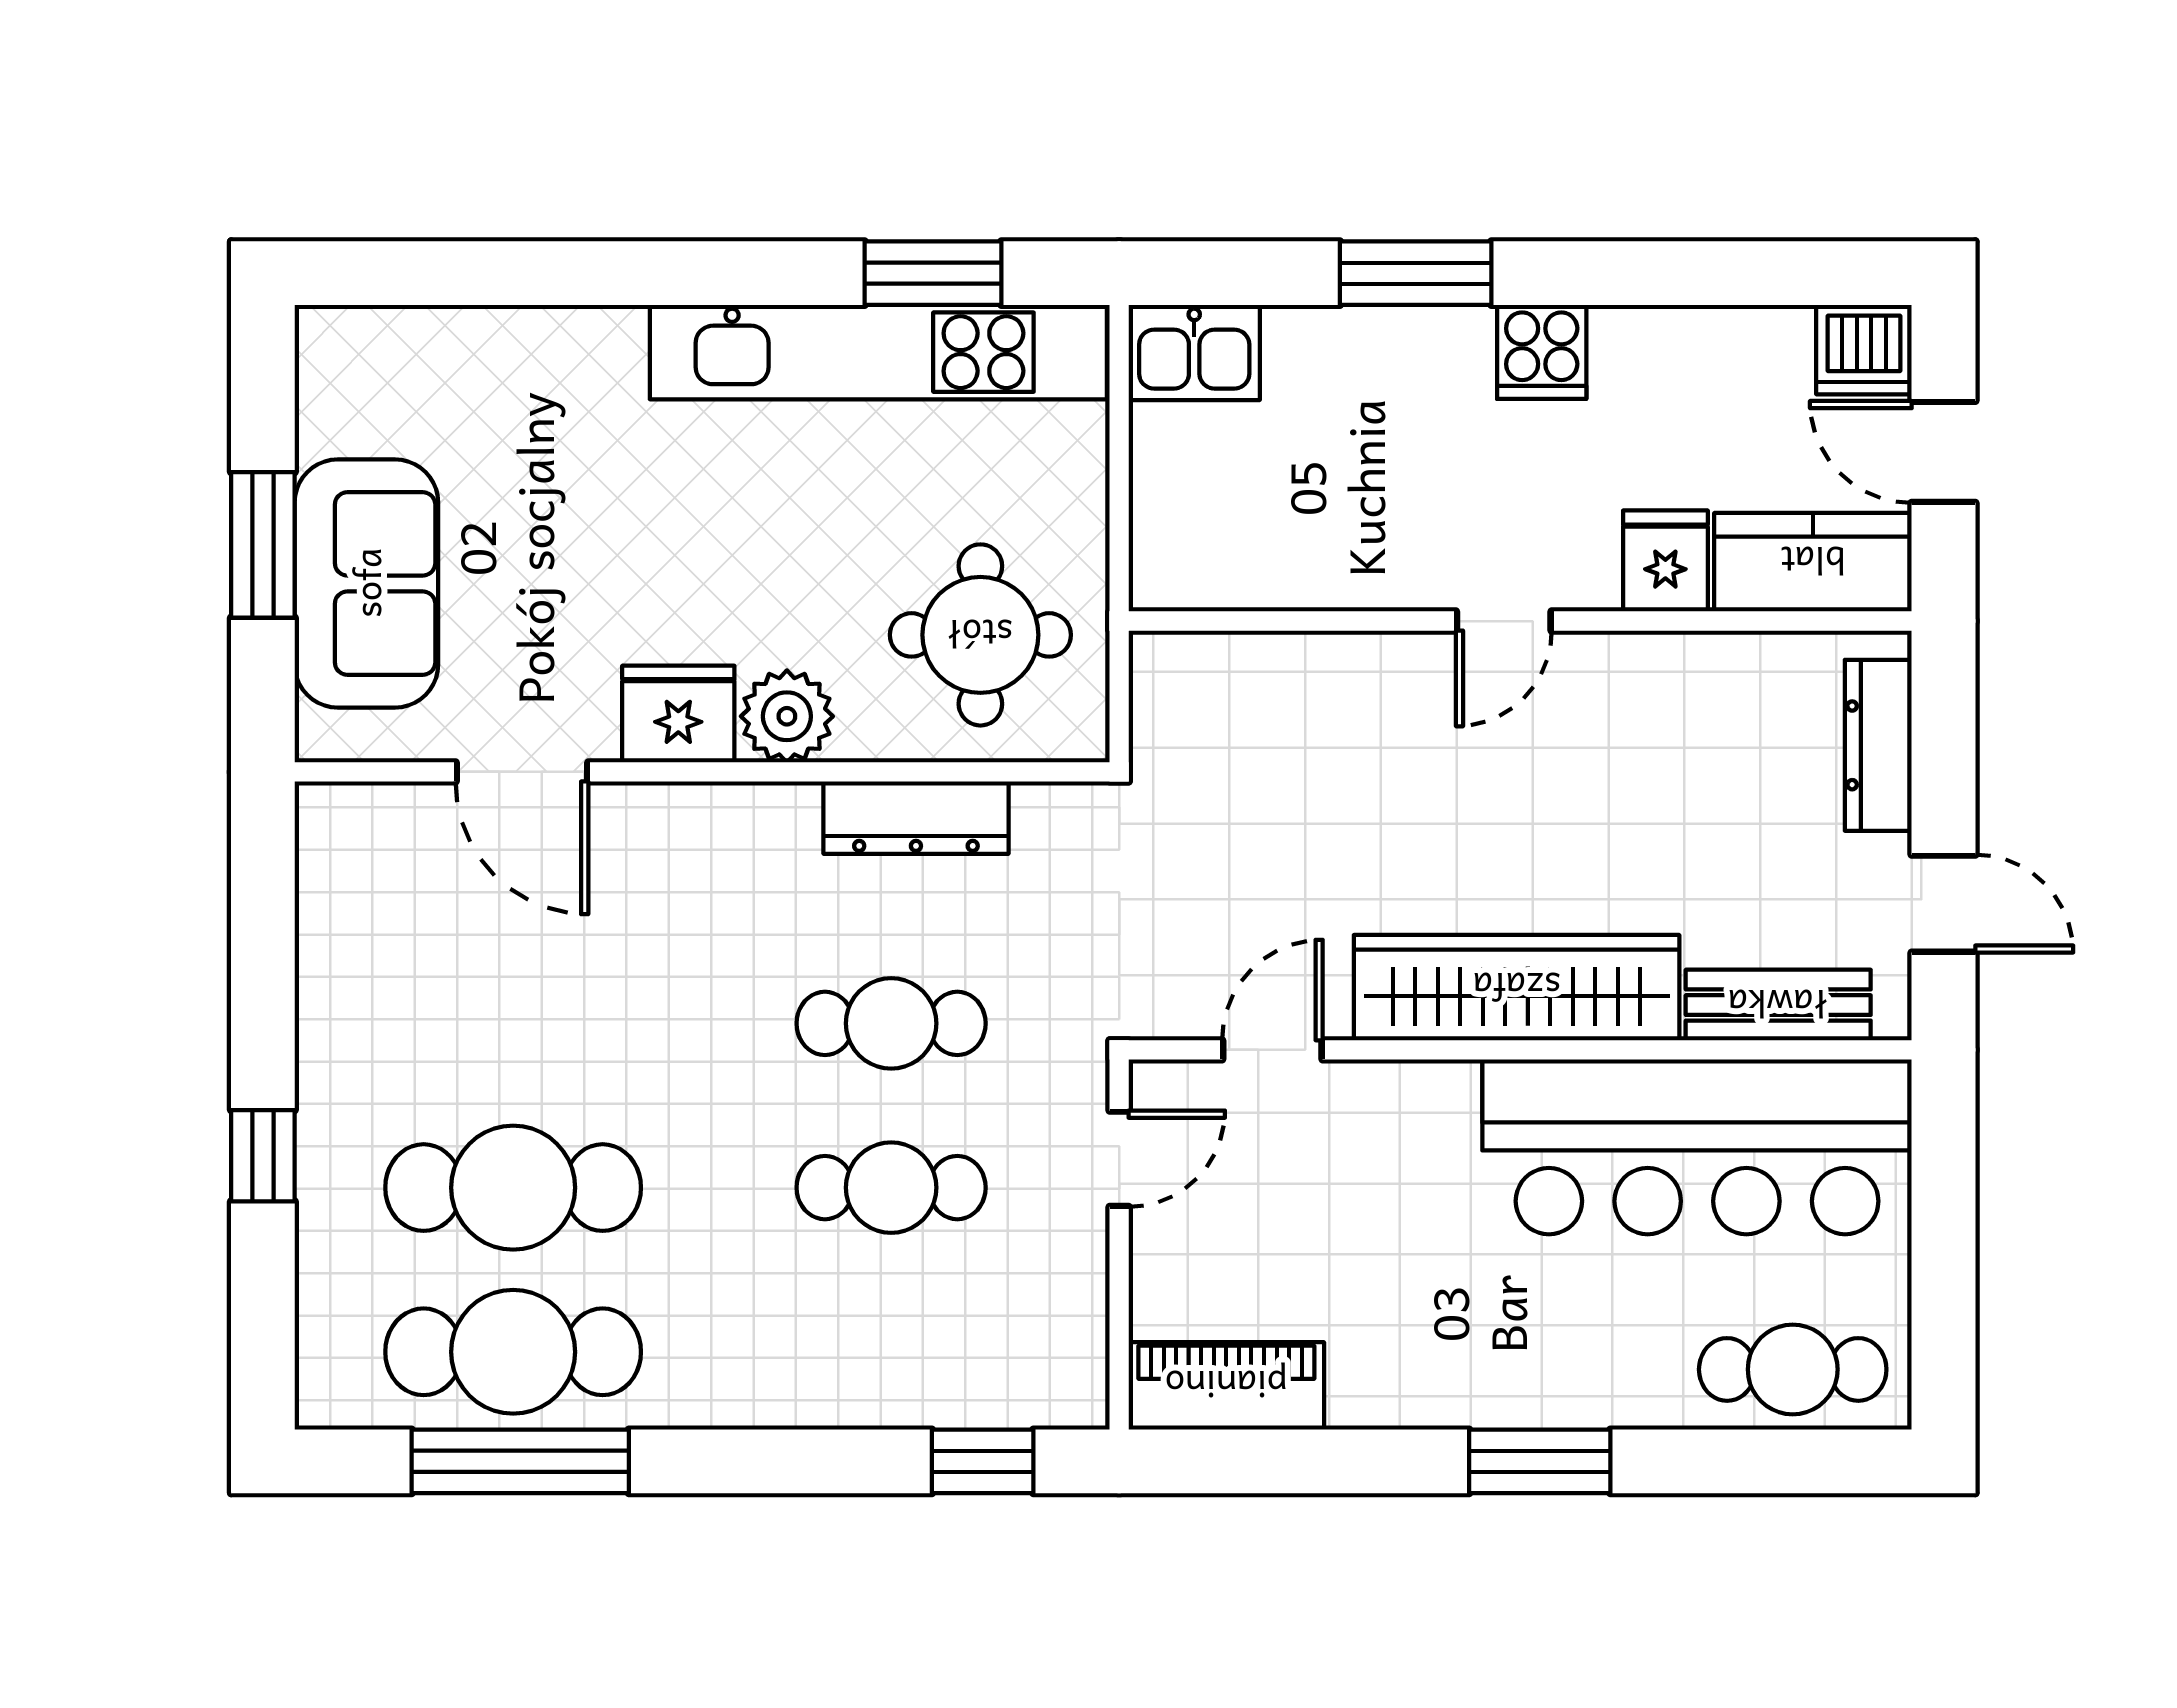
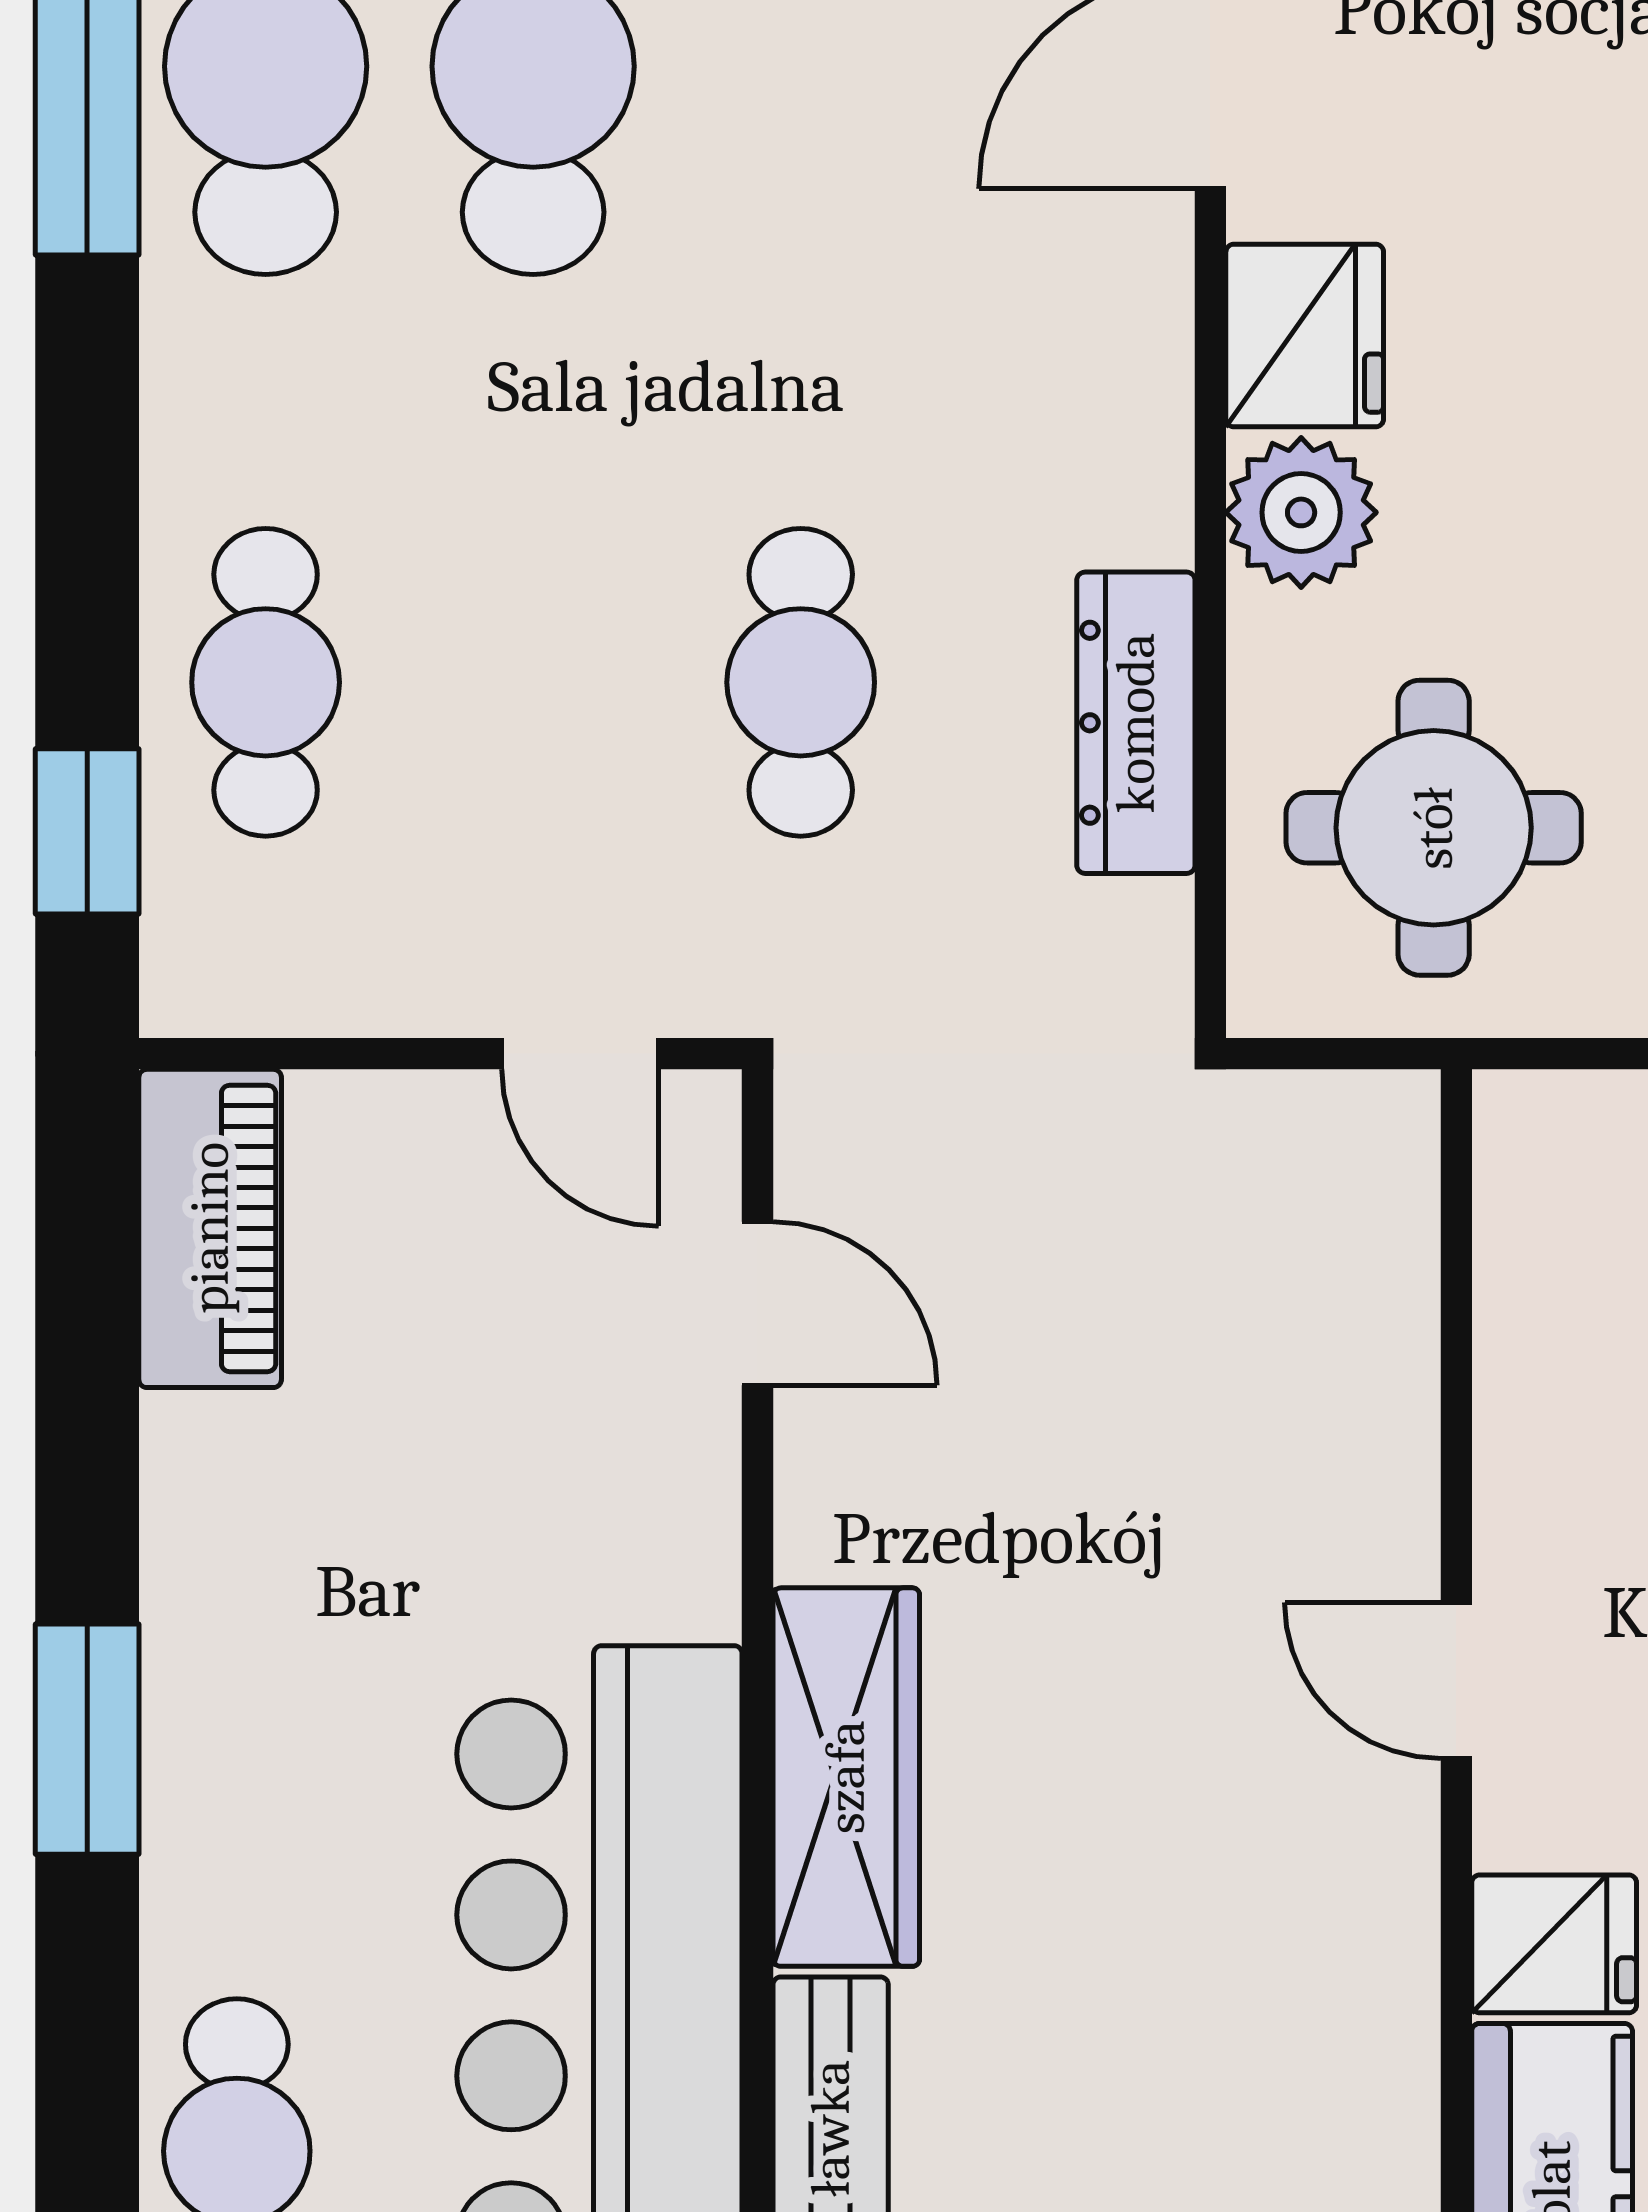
wardrobe: (1517, 988) -> (846, 1777), width x0.71, depth x0.85
cafe table: (891, 1188) -> (266, 682), moved

